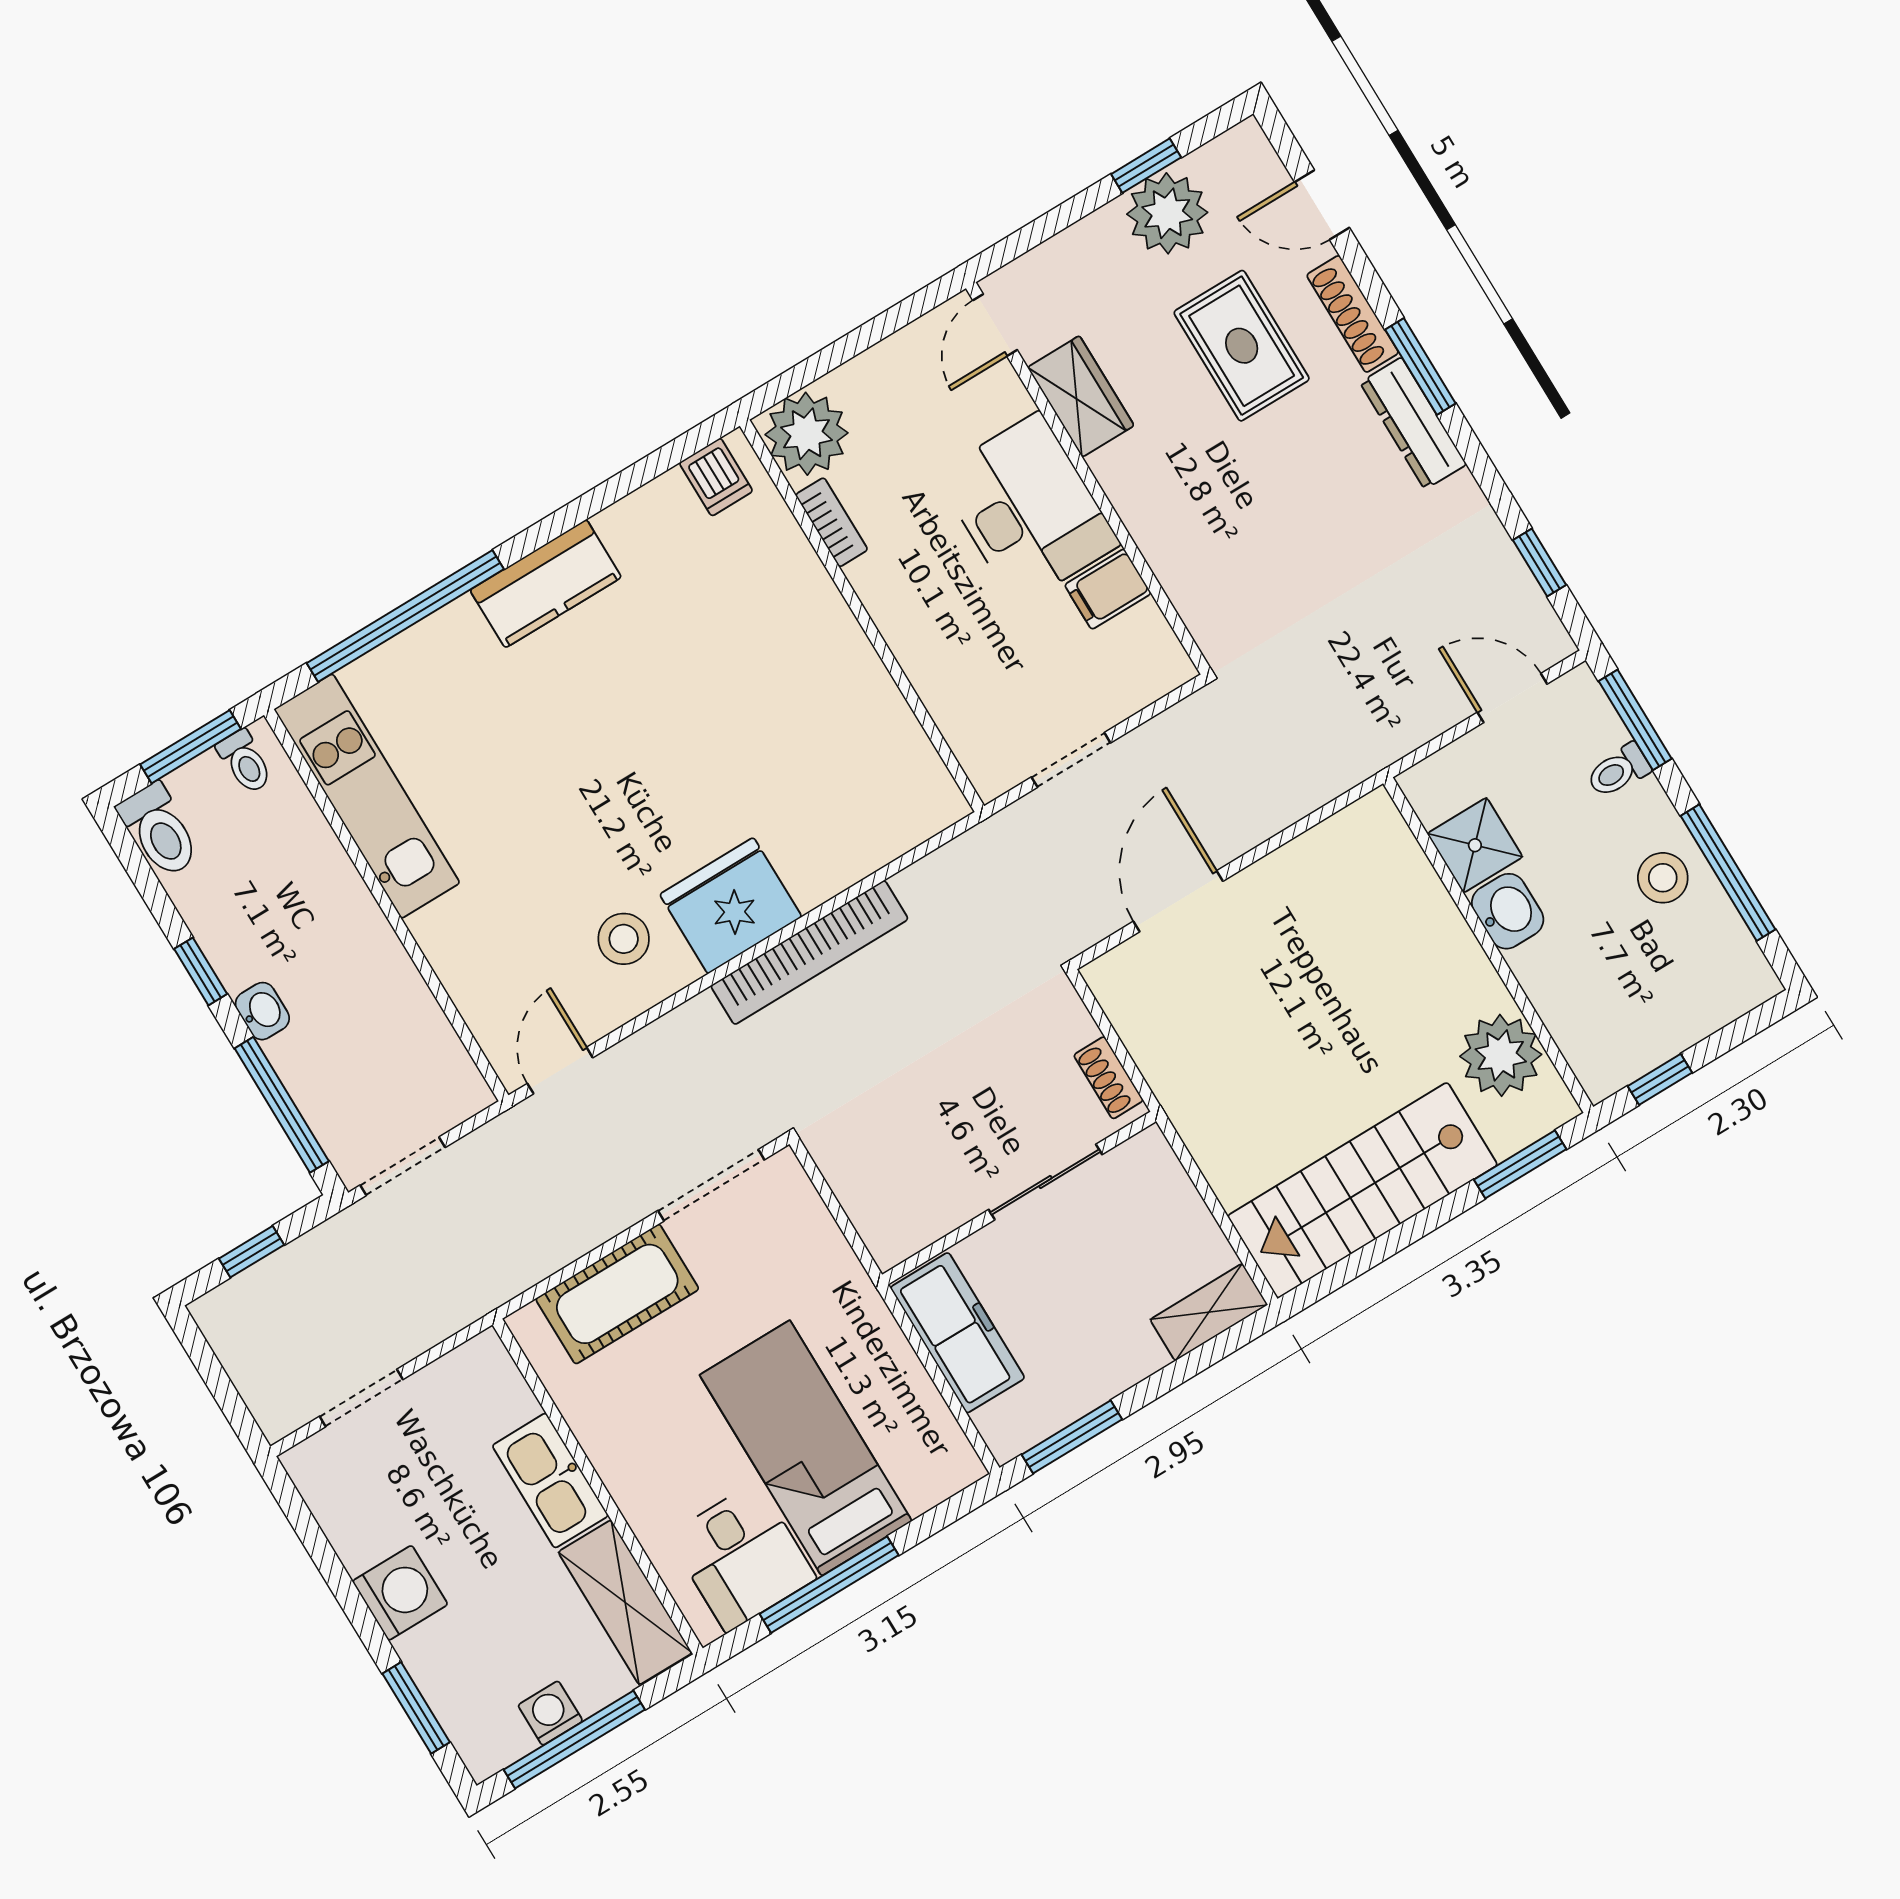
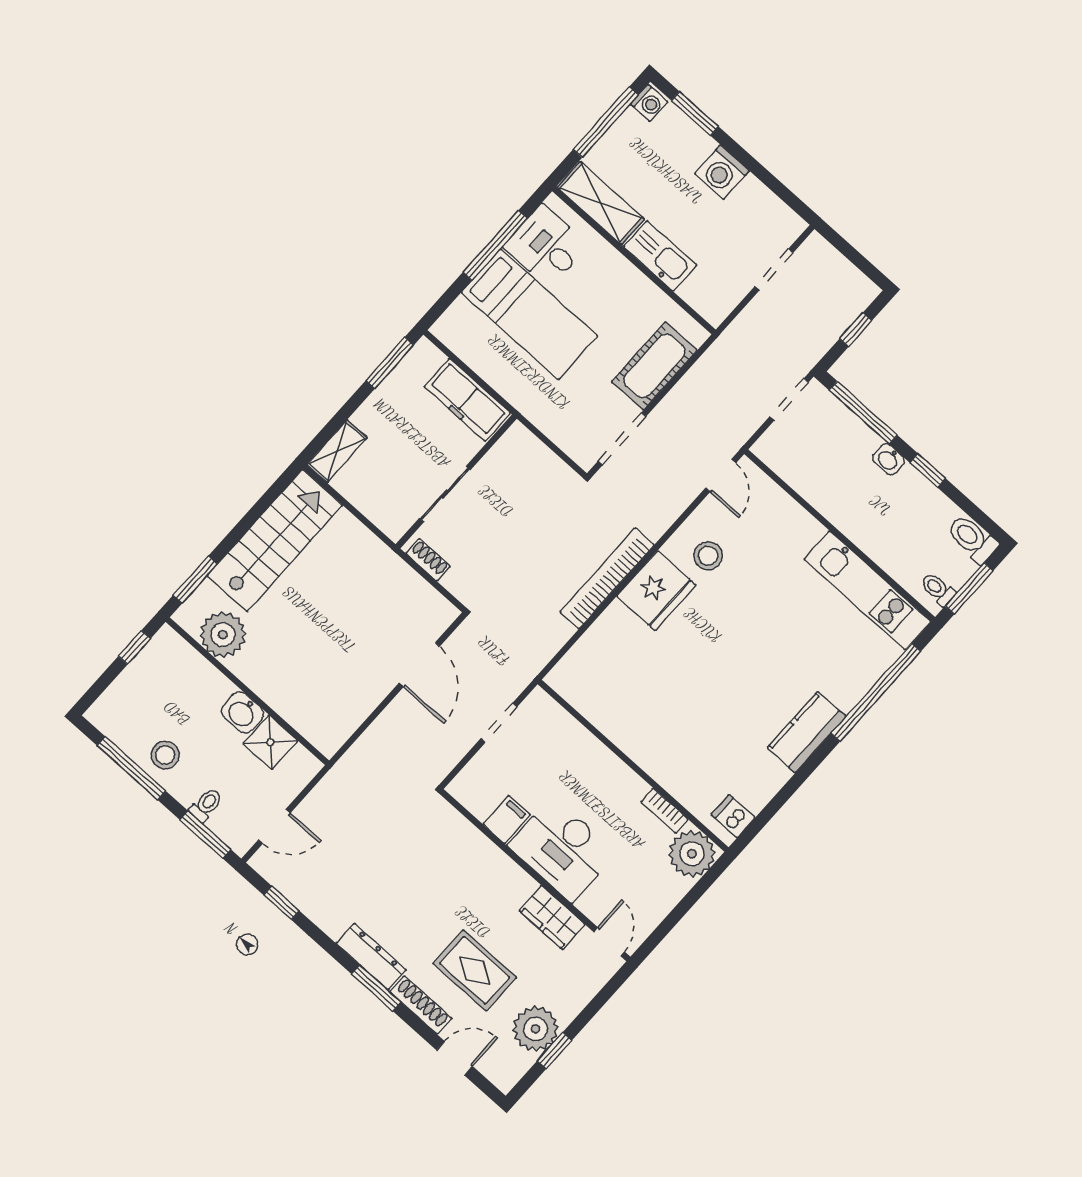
washing machine: (550, 1713) -> (649, 103), moved

